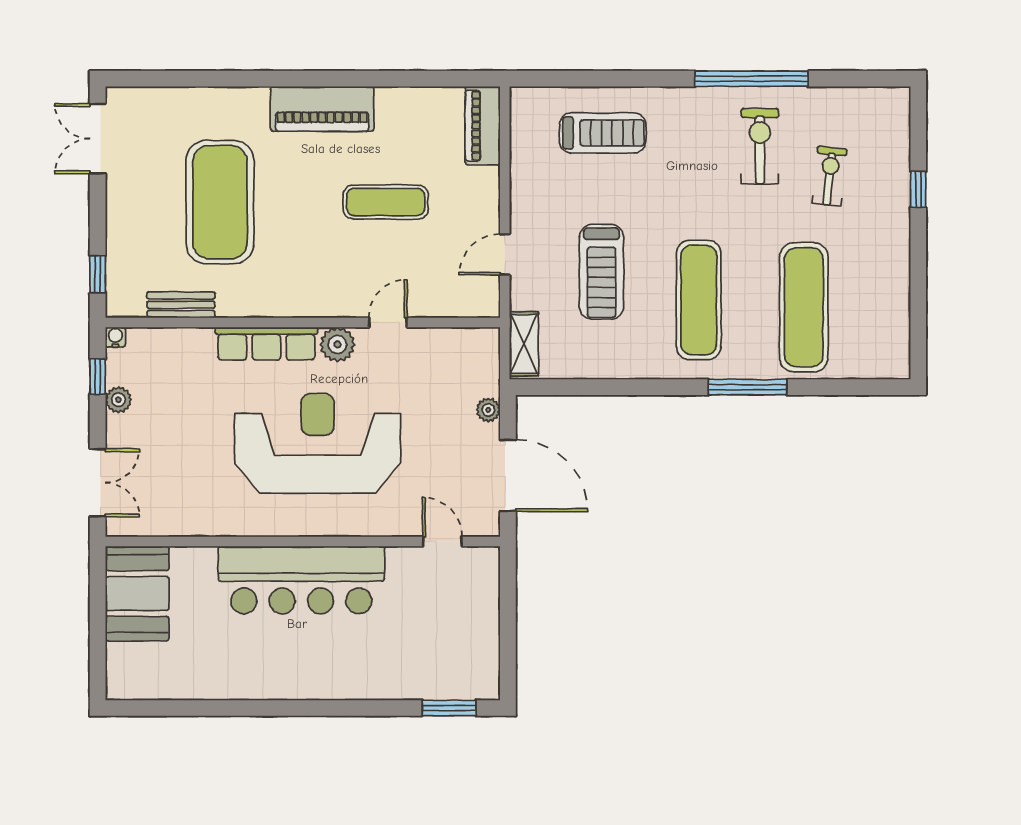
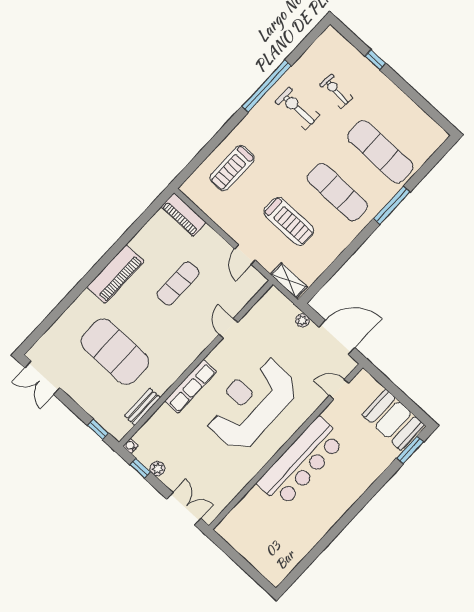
treadmill: (603, 133) -> (232, 168), turned 180
plant: (337, 344) -> (218, 357), removed
booth: (137, 594) -> (393, 420), moved

